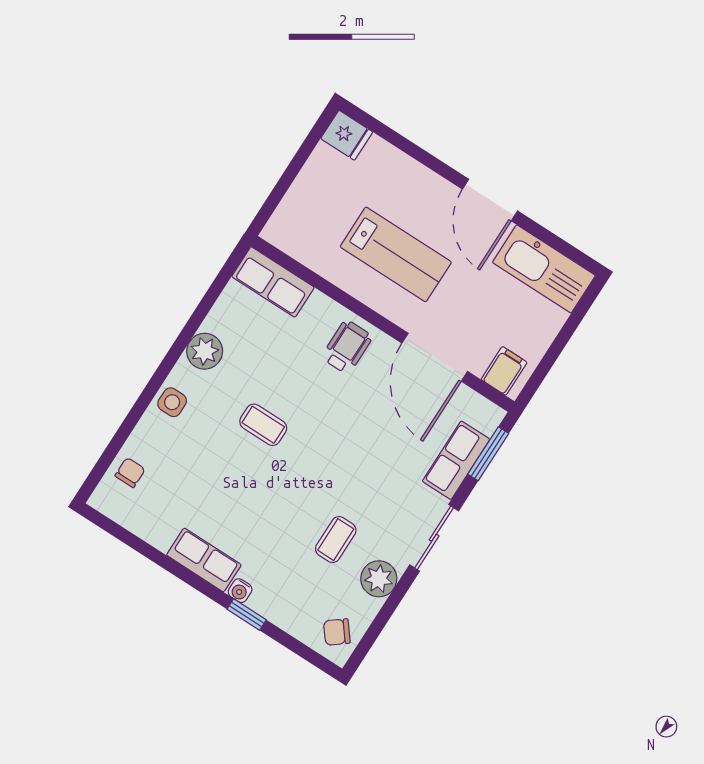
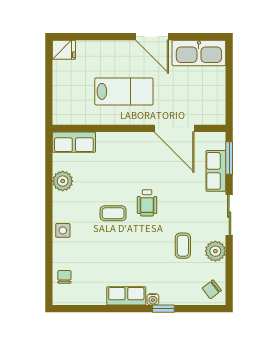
wheelchair: (347, 347) -> (147, 203), moved, turned 180
plant: (205, 351) -> (63, 181), moved
filing cabinet: (504, 371) -> (211, 114), removed

